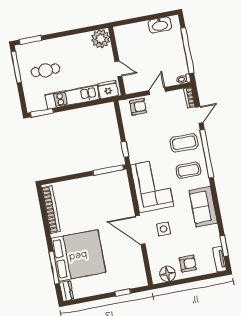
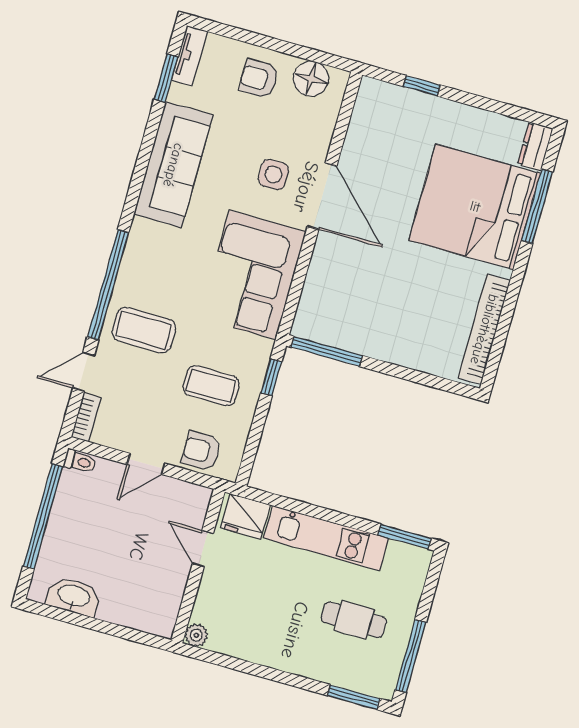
plant: (101, 39) -> (196, 635), width x0.53, depth x0.53
coffee table: (188, 170) -> (211, 386), moved
sofa: (203, 207) -> (173, 165), width x1.36

